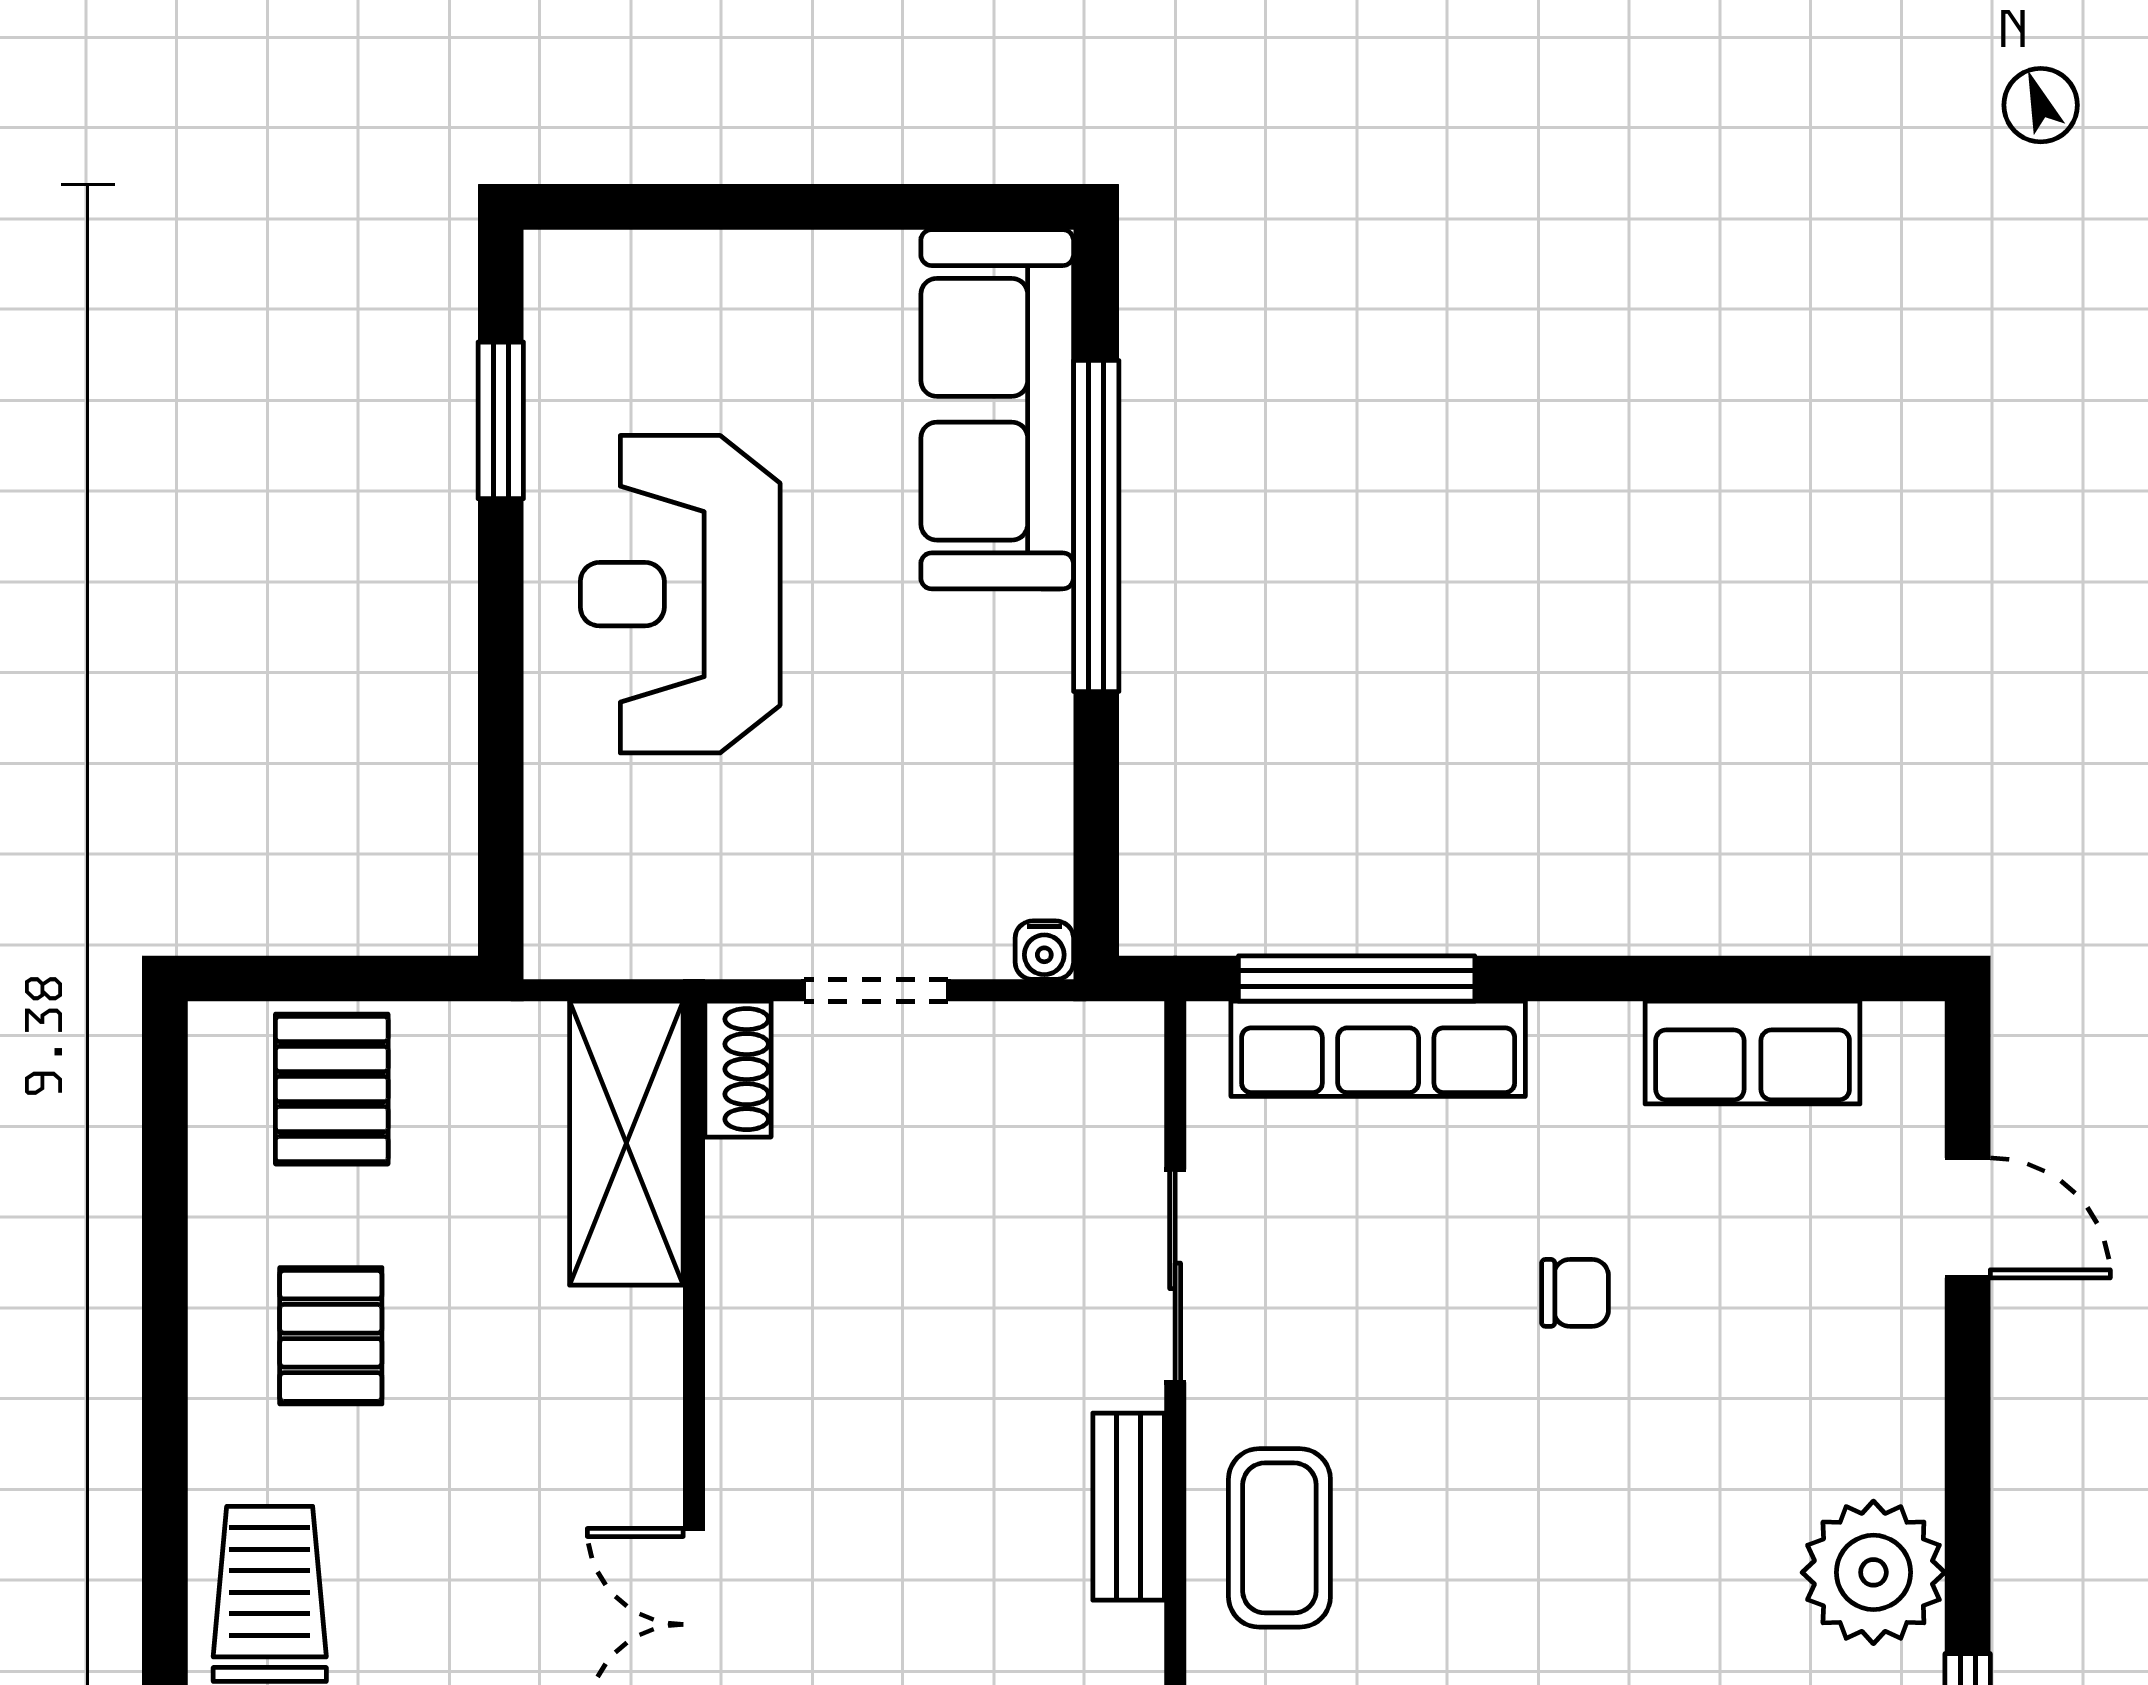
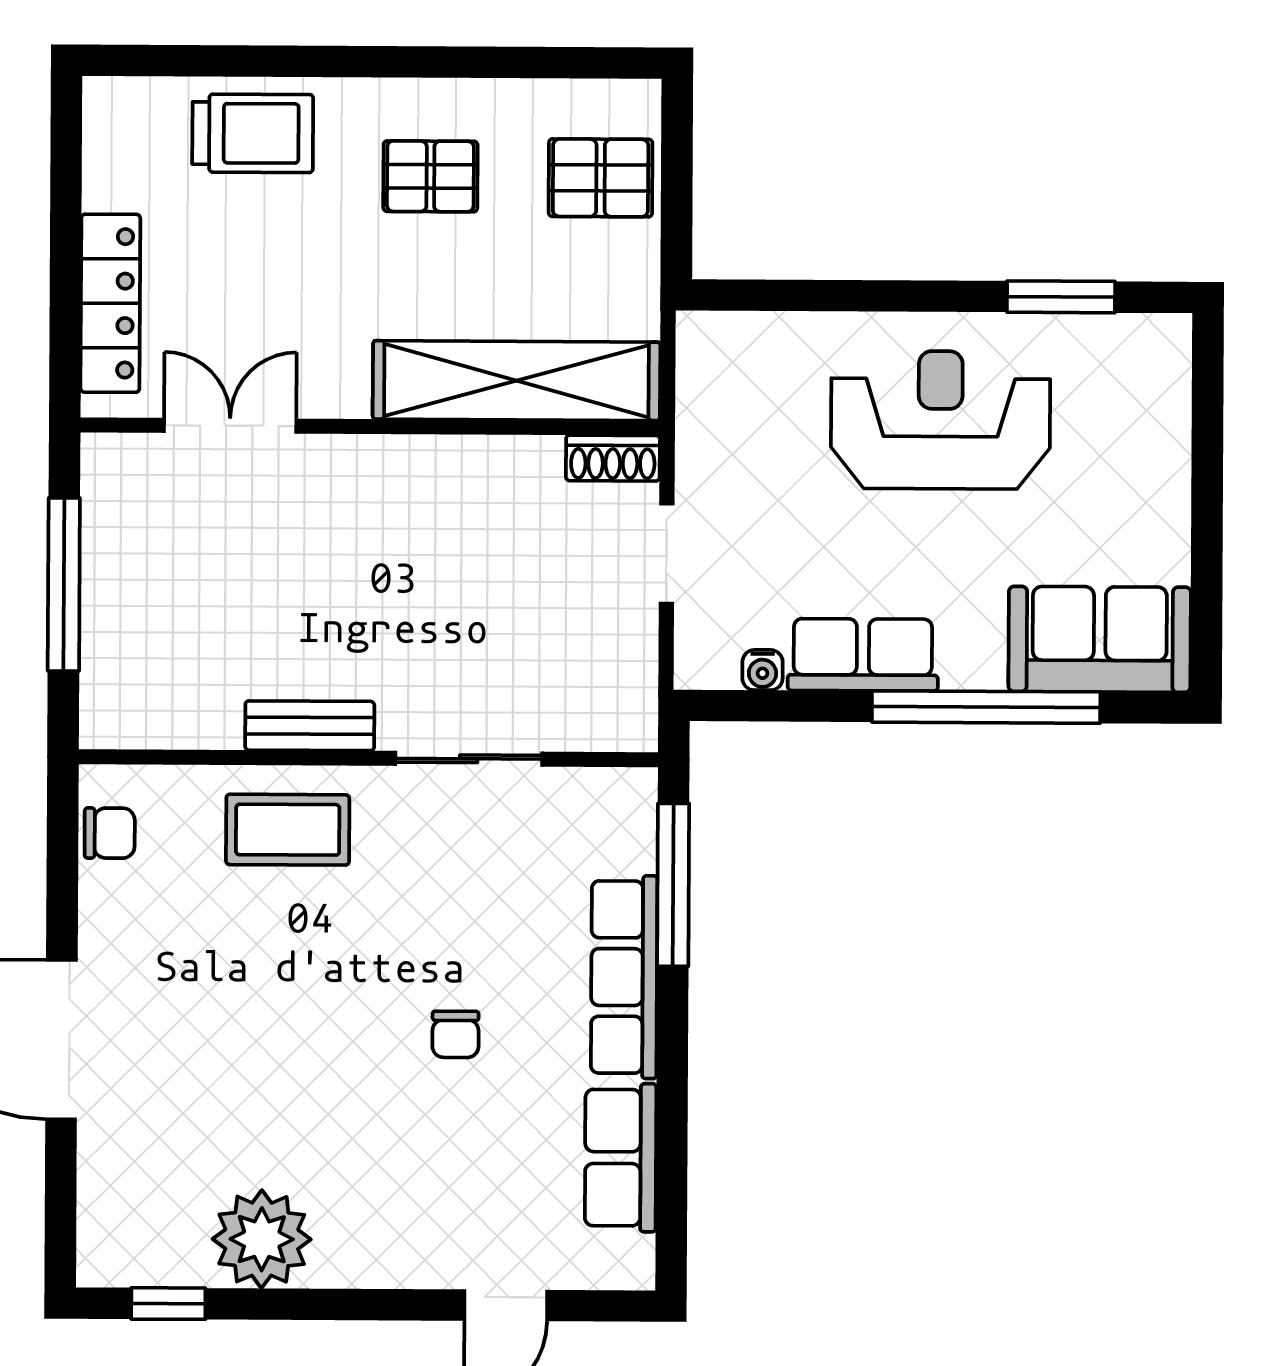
sofa: (997, 409) -> (1100, 639), width x0.73
row of seats: (1021, 705) -> (863, 655), added
water cooler: (1044, 950) -> (763, 670), moved, turned -90
row of seats: (1378, 1049) -> (624, 977), moved
shelving: (626, 1143) -> (516, 381), width x1.47

